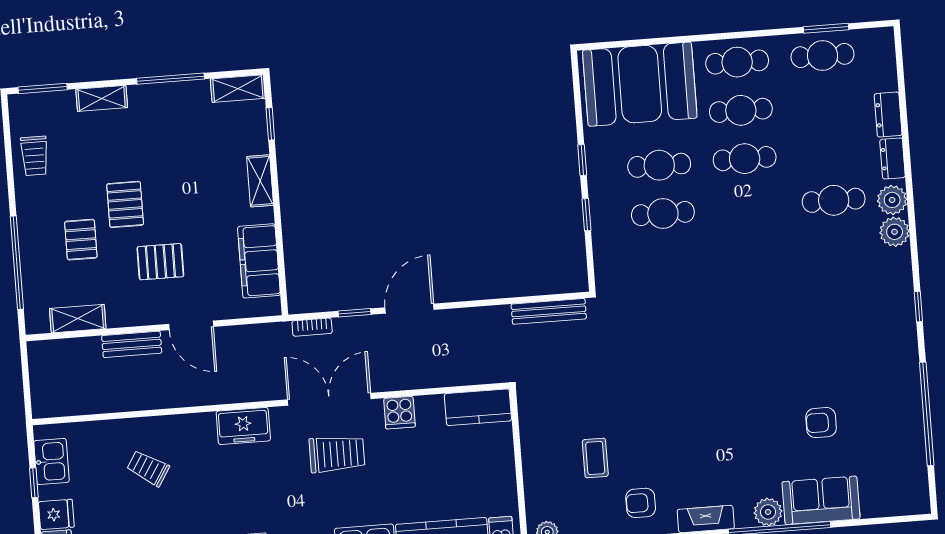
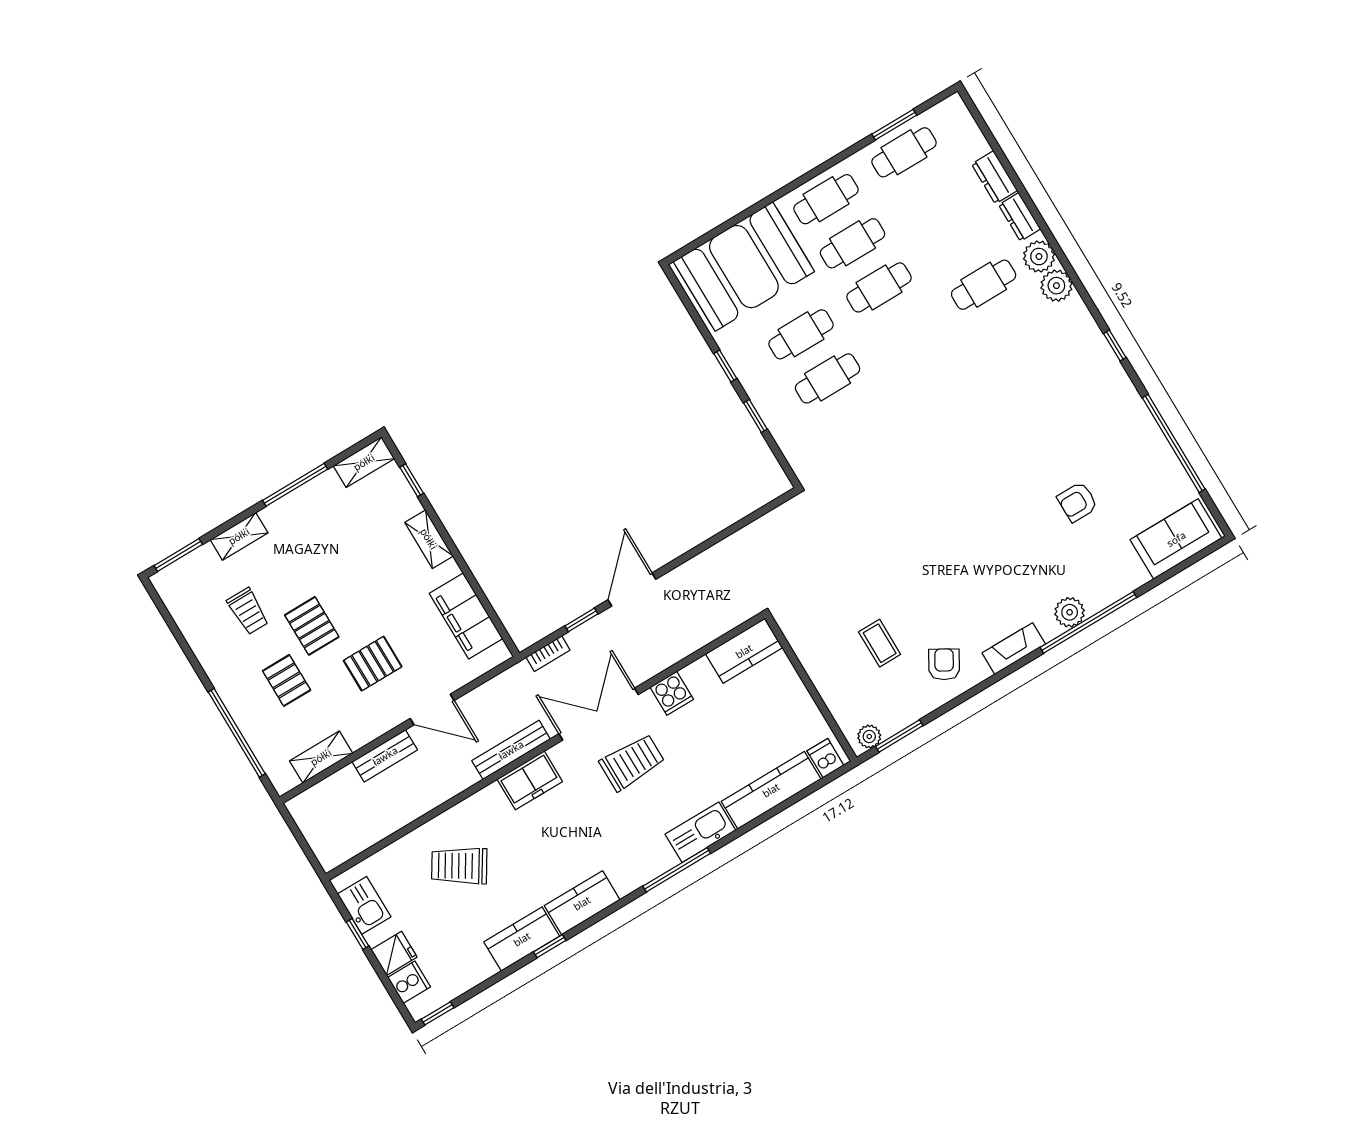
trolley: (35, 156) -> (248, 611), moved
bench: (549, 311) -> (511, 750), moved
trolley: (148, 468) -> (459, 866), width x1.36, depth x1.39
sofa: (821, 500) -> (1176, 539), moved
armchair: (641, 503) -> (944, 664), turned 120

